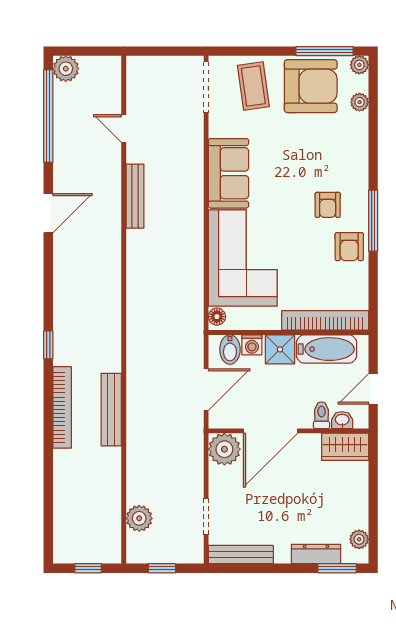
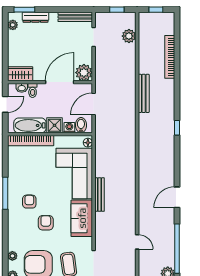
bench: (135, 196) -> (100, 195), moved
armchair: (349, 247) -> (46, 223), moved
bookcase: (62, 407) -> (170, 57), moved

